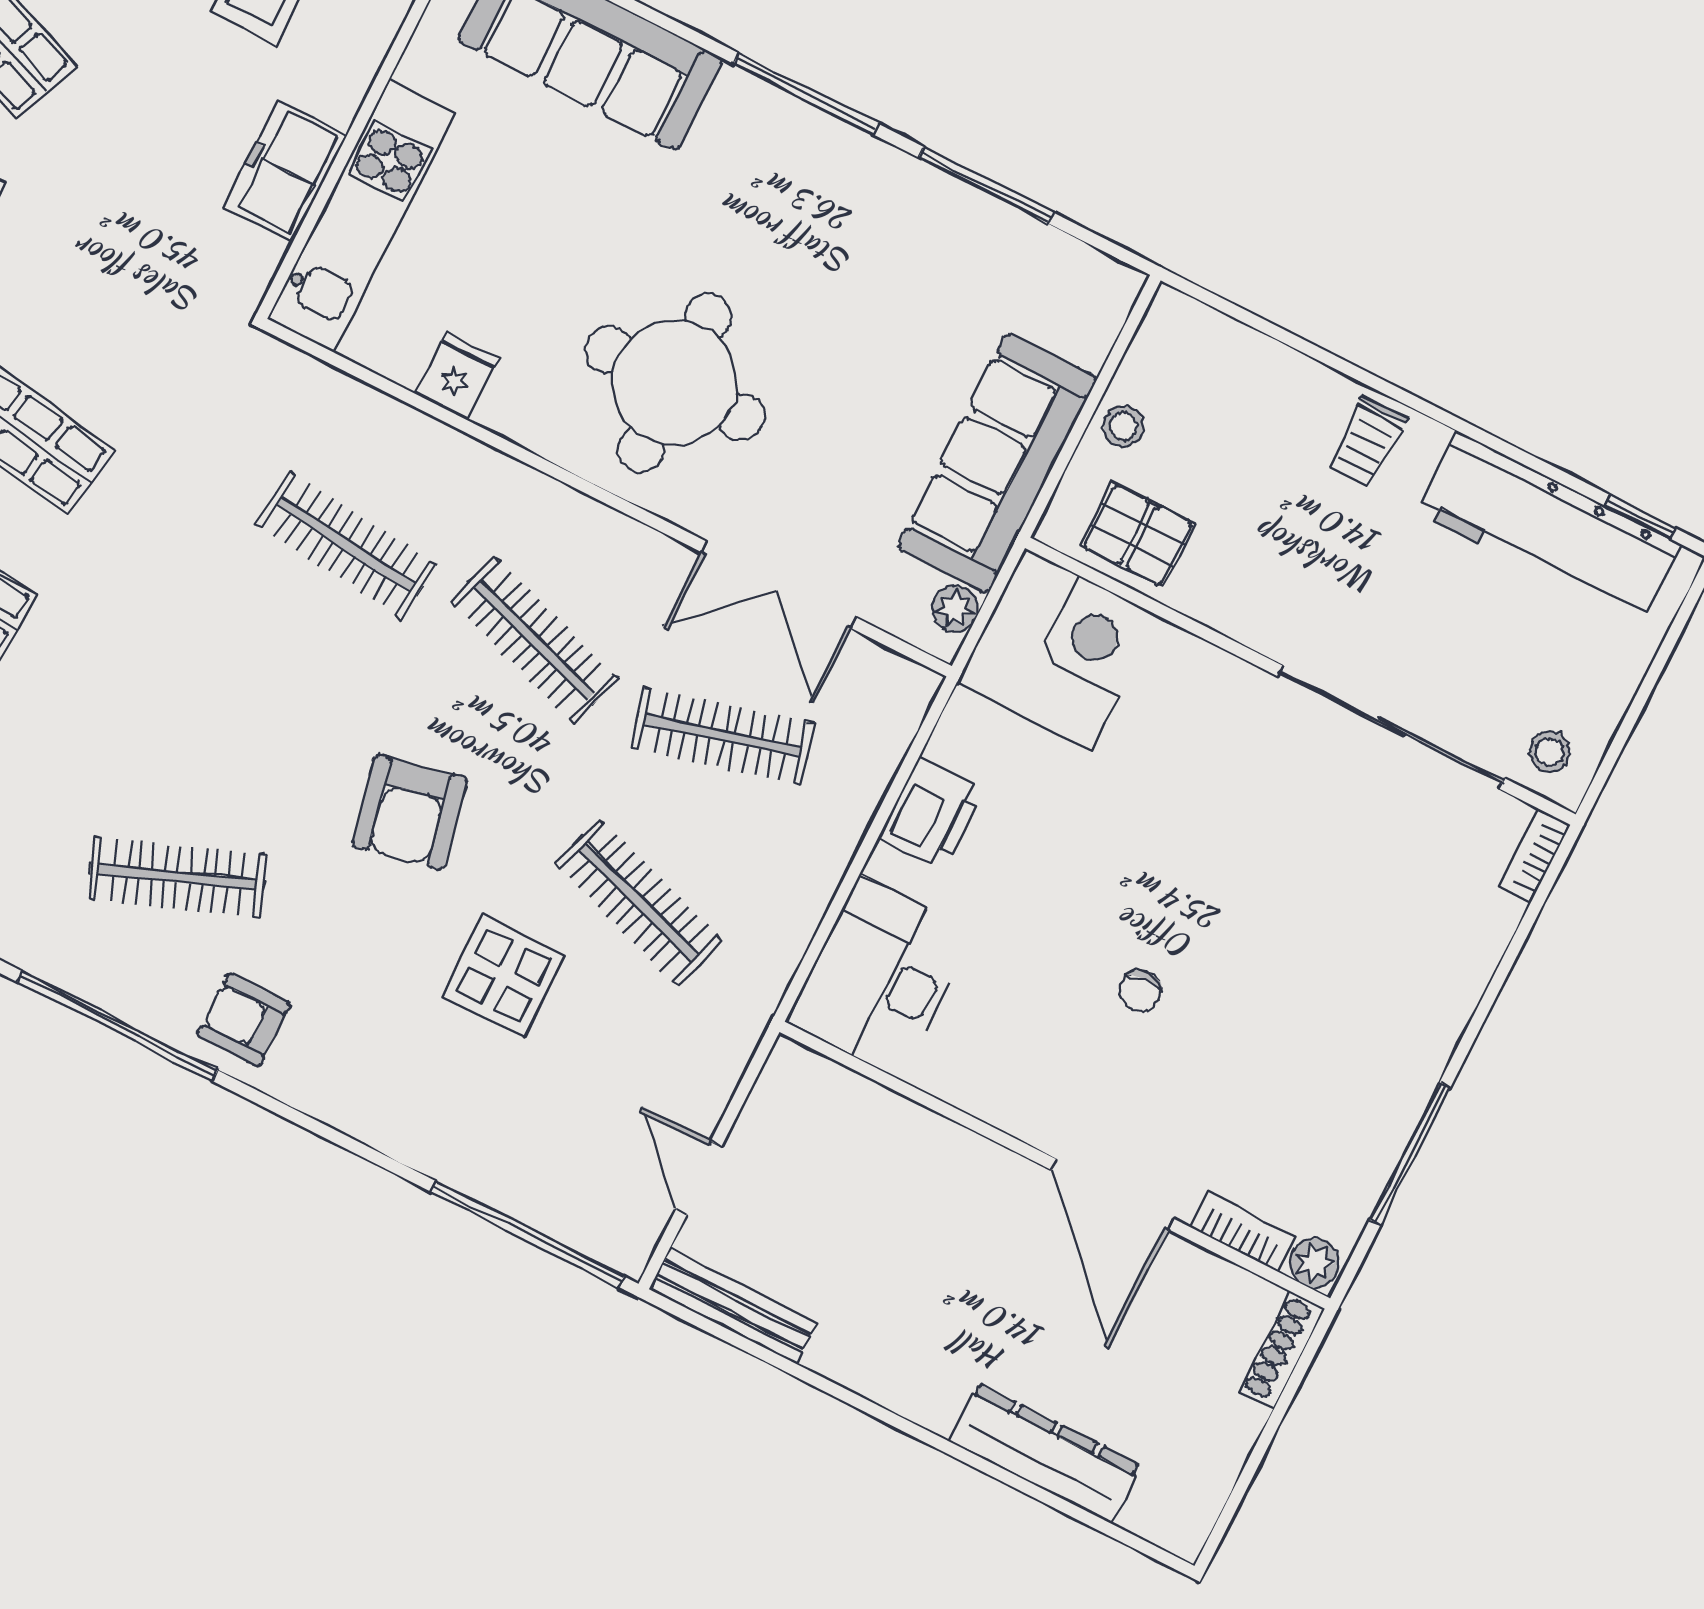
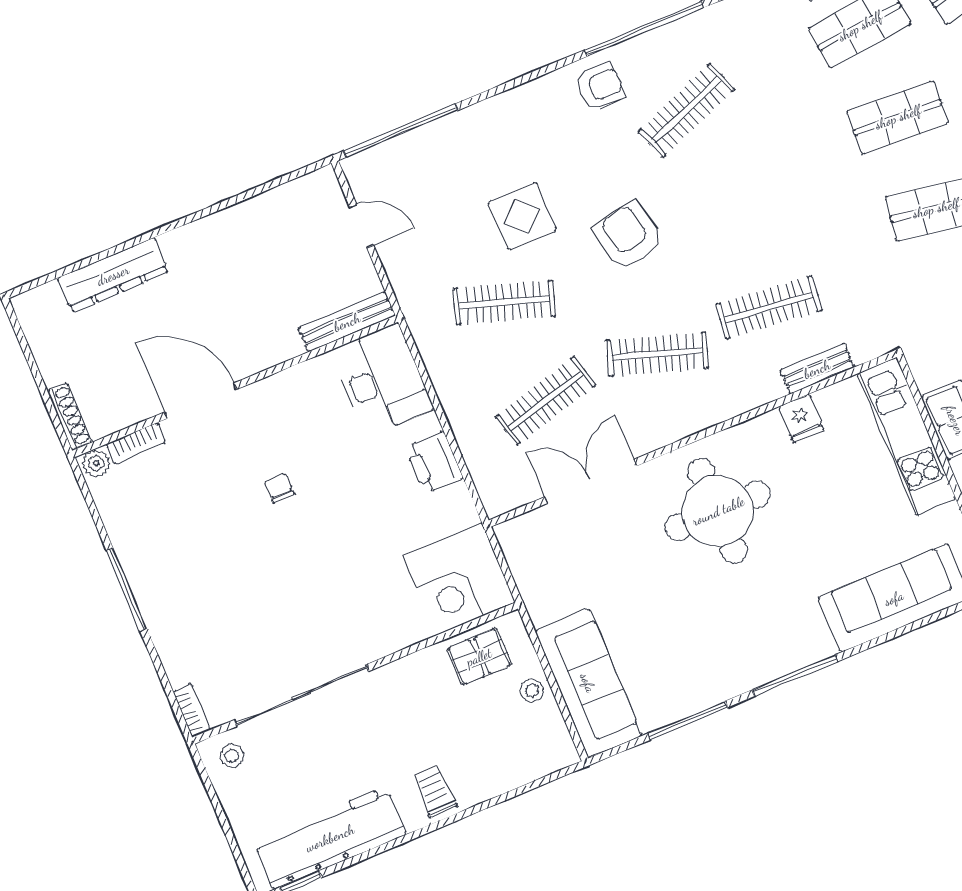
bench: (373, 412) -> (817, 369), added
sofa: (997, 463) -> (588, 683), moved
plant: (955, 609) -> (515, 549), removed
window: (1410, 1154) -> (127, 590), moved
bench: (733, 1306) -> (347, 322), moved

